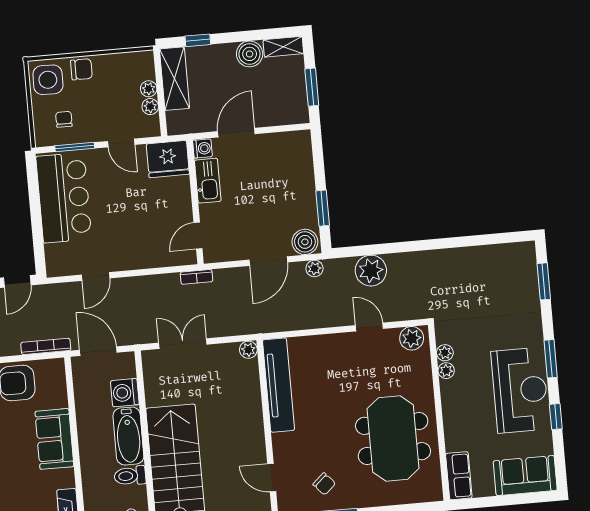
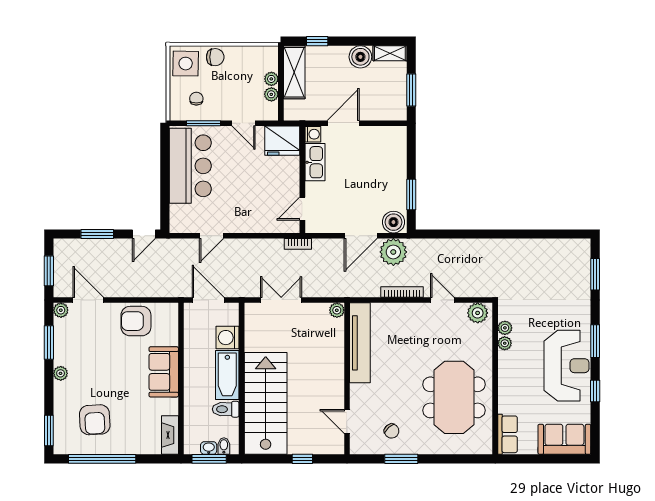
plant: (314, 268) -> (393, 252), width x1.87, depth x1.87
plant: (371, 271) -> (448, 252), removed
bookcase: (46, 346) -> (402, 292), moved

